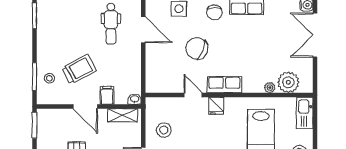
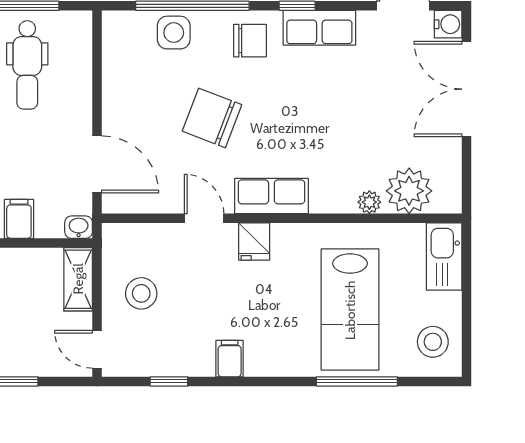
chair: (214, 12) -> (250, 41), turned -90
door: (143, 30) -> (97, 164), moved
shelving: (123, 115) -> (78, 279), moved, turned 90

